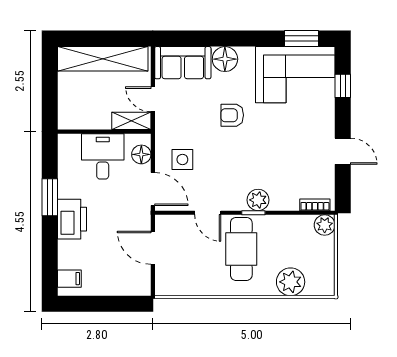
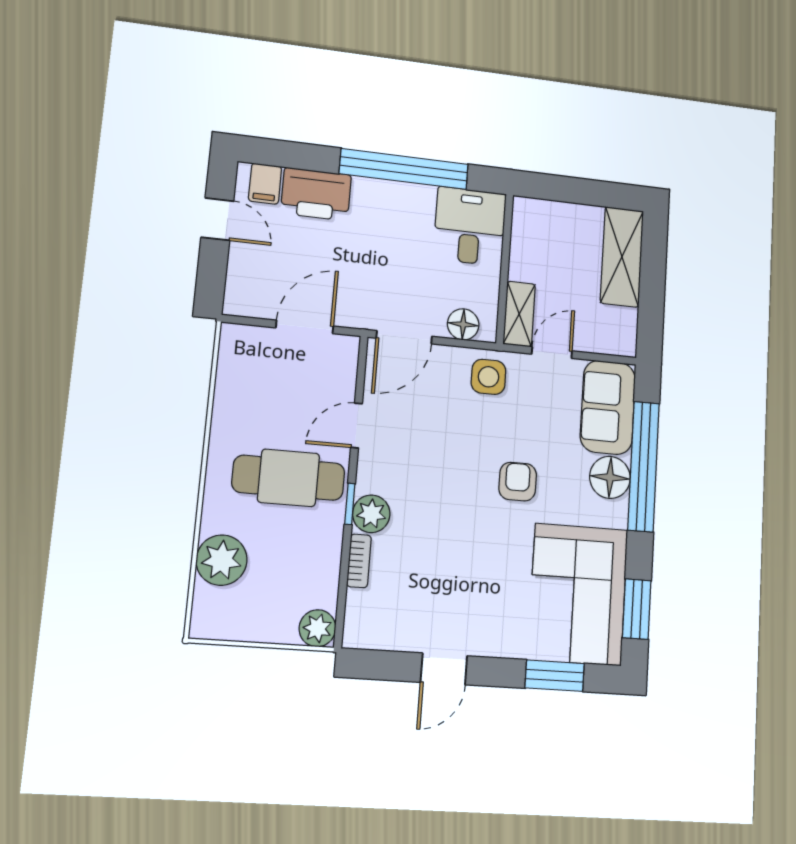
window: (217, 39) -> (644, 466), added
shelving: (103, 59) -> (622, 257), width x0.68
window: (343, 86) -> (555, 676), width x1.50
desk: (103, 156) -> (470, 226), moved, turned -90
side table: (182, 159) -> (489, 377), moved
window: (50, 197) -> (404, 169), width x2.11
bookcase: (315, 205) -> (359, 561), moved
printer: (72, 219) -> (316, 194), moved
door: (94, 304) -> (217, 219), added

